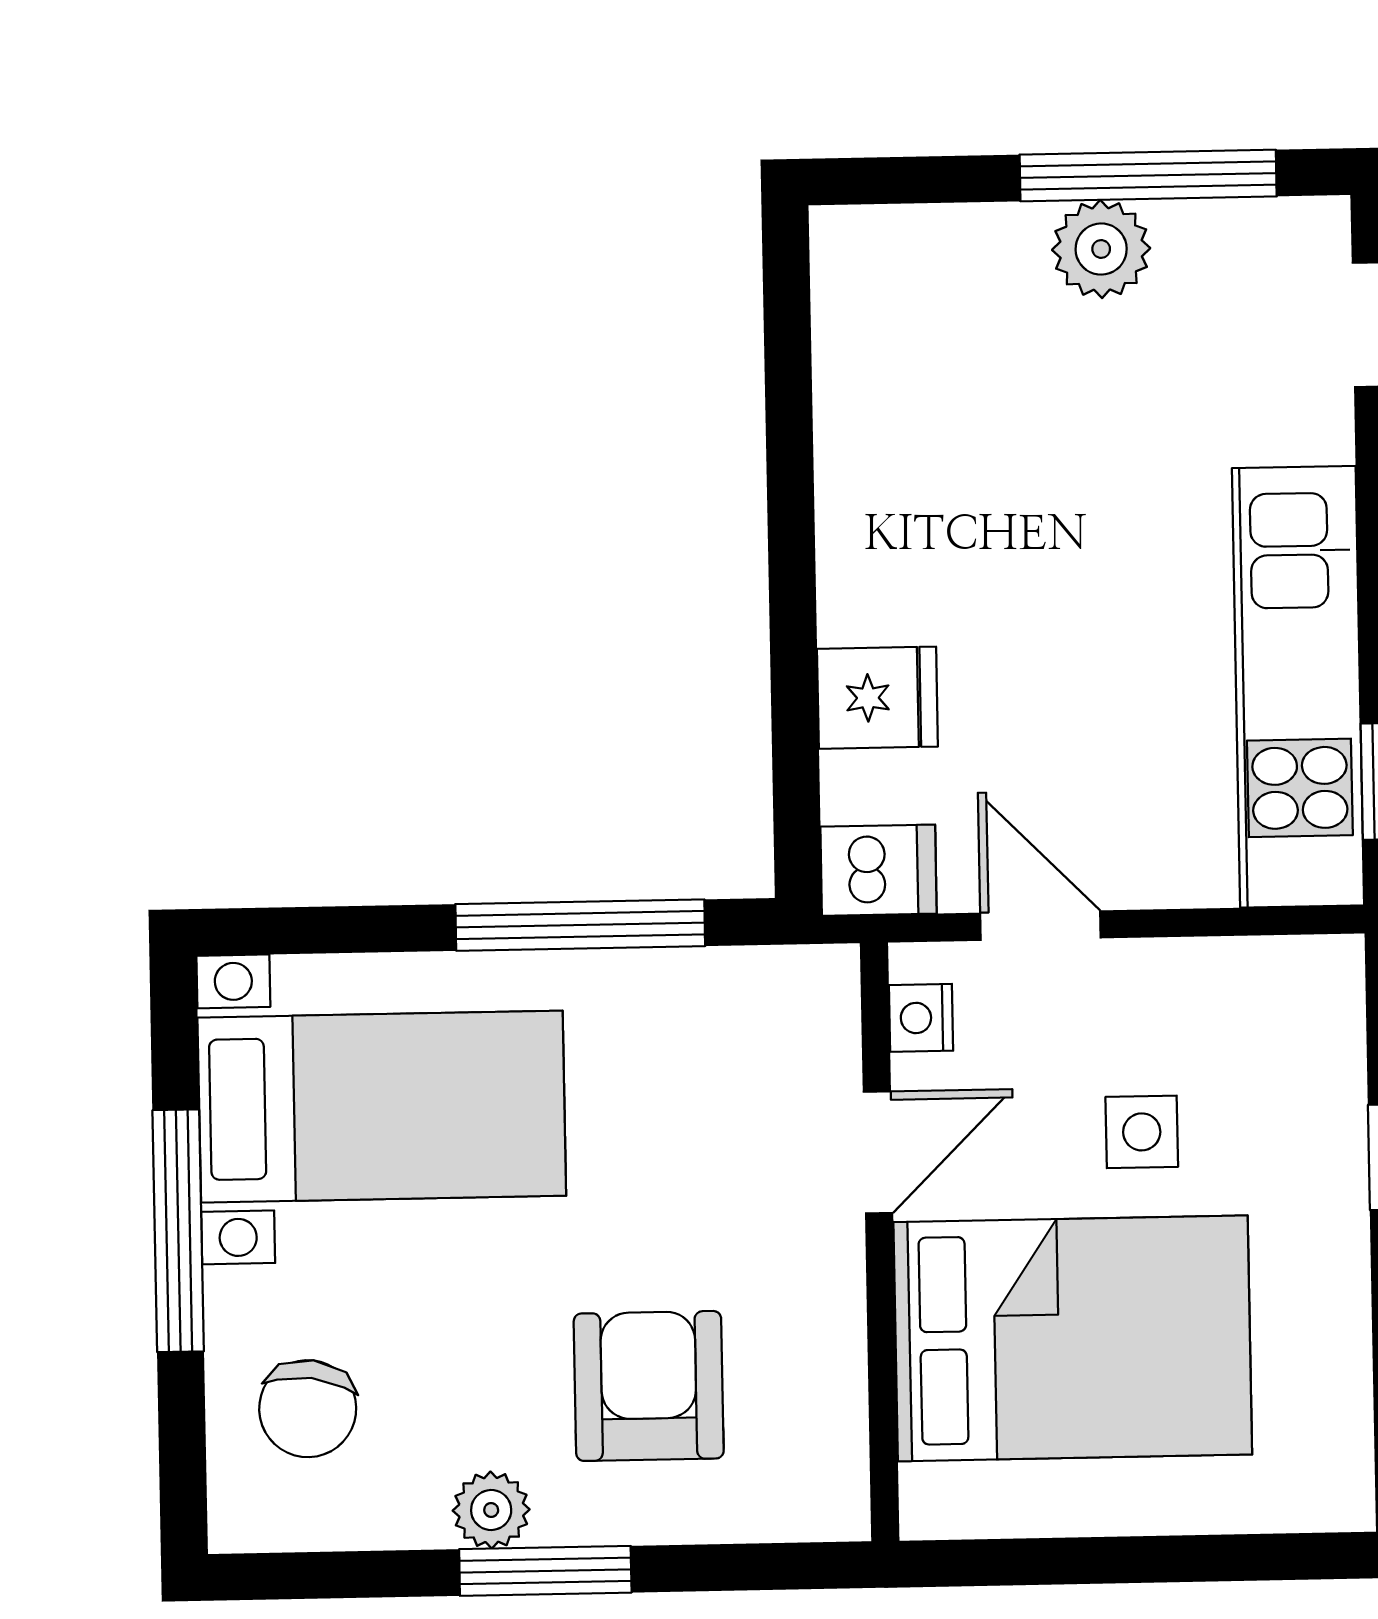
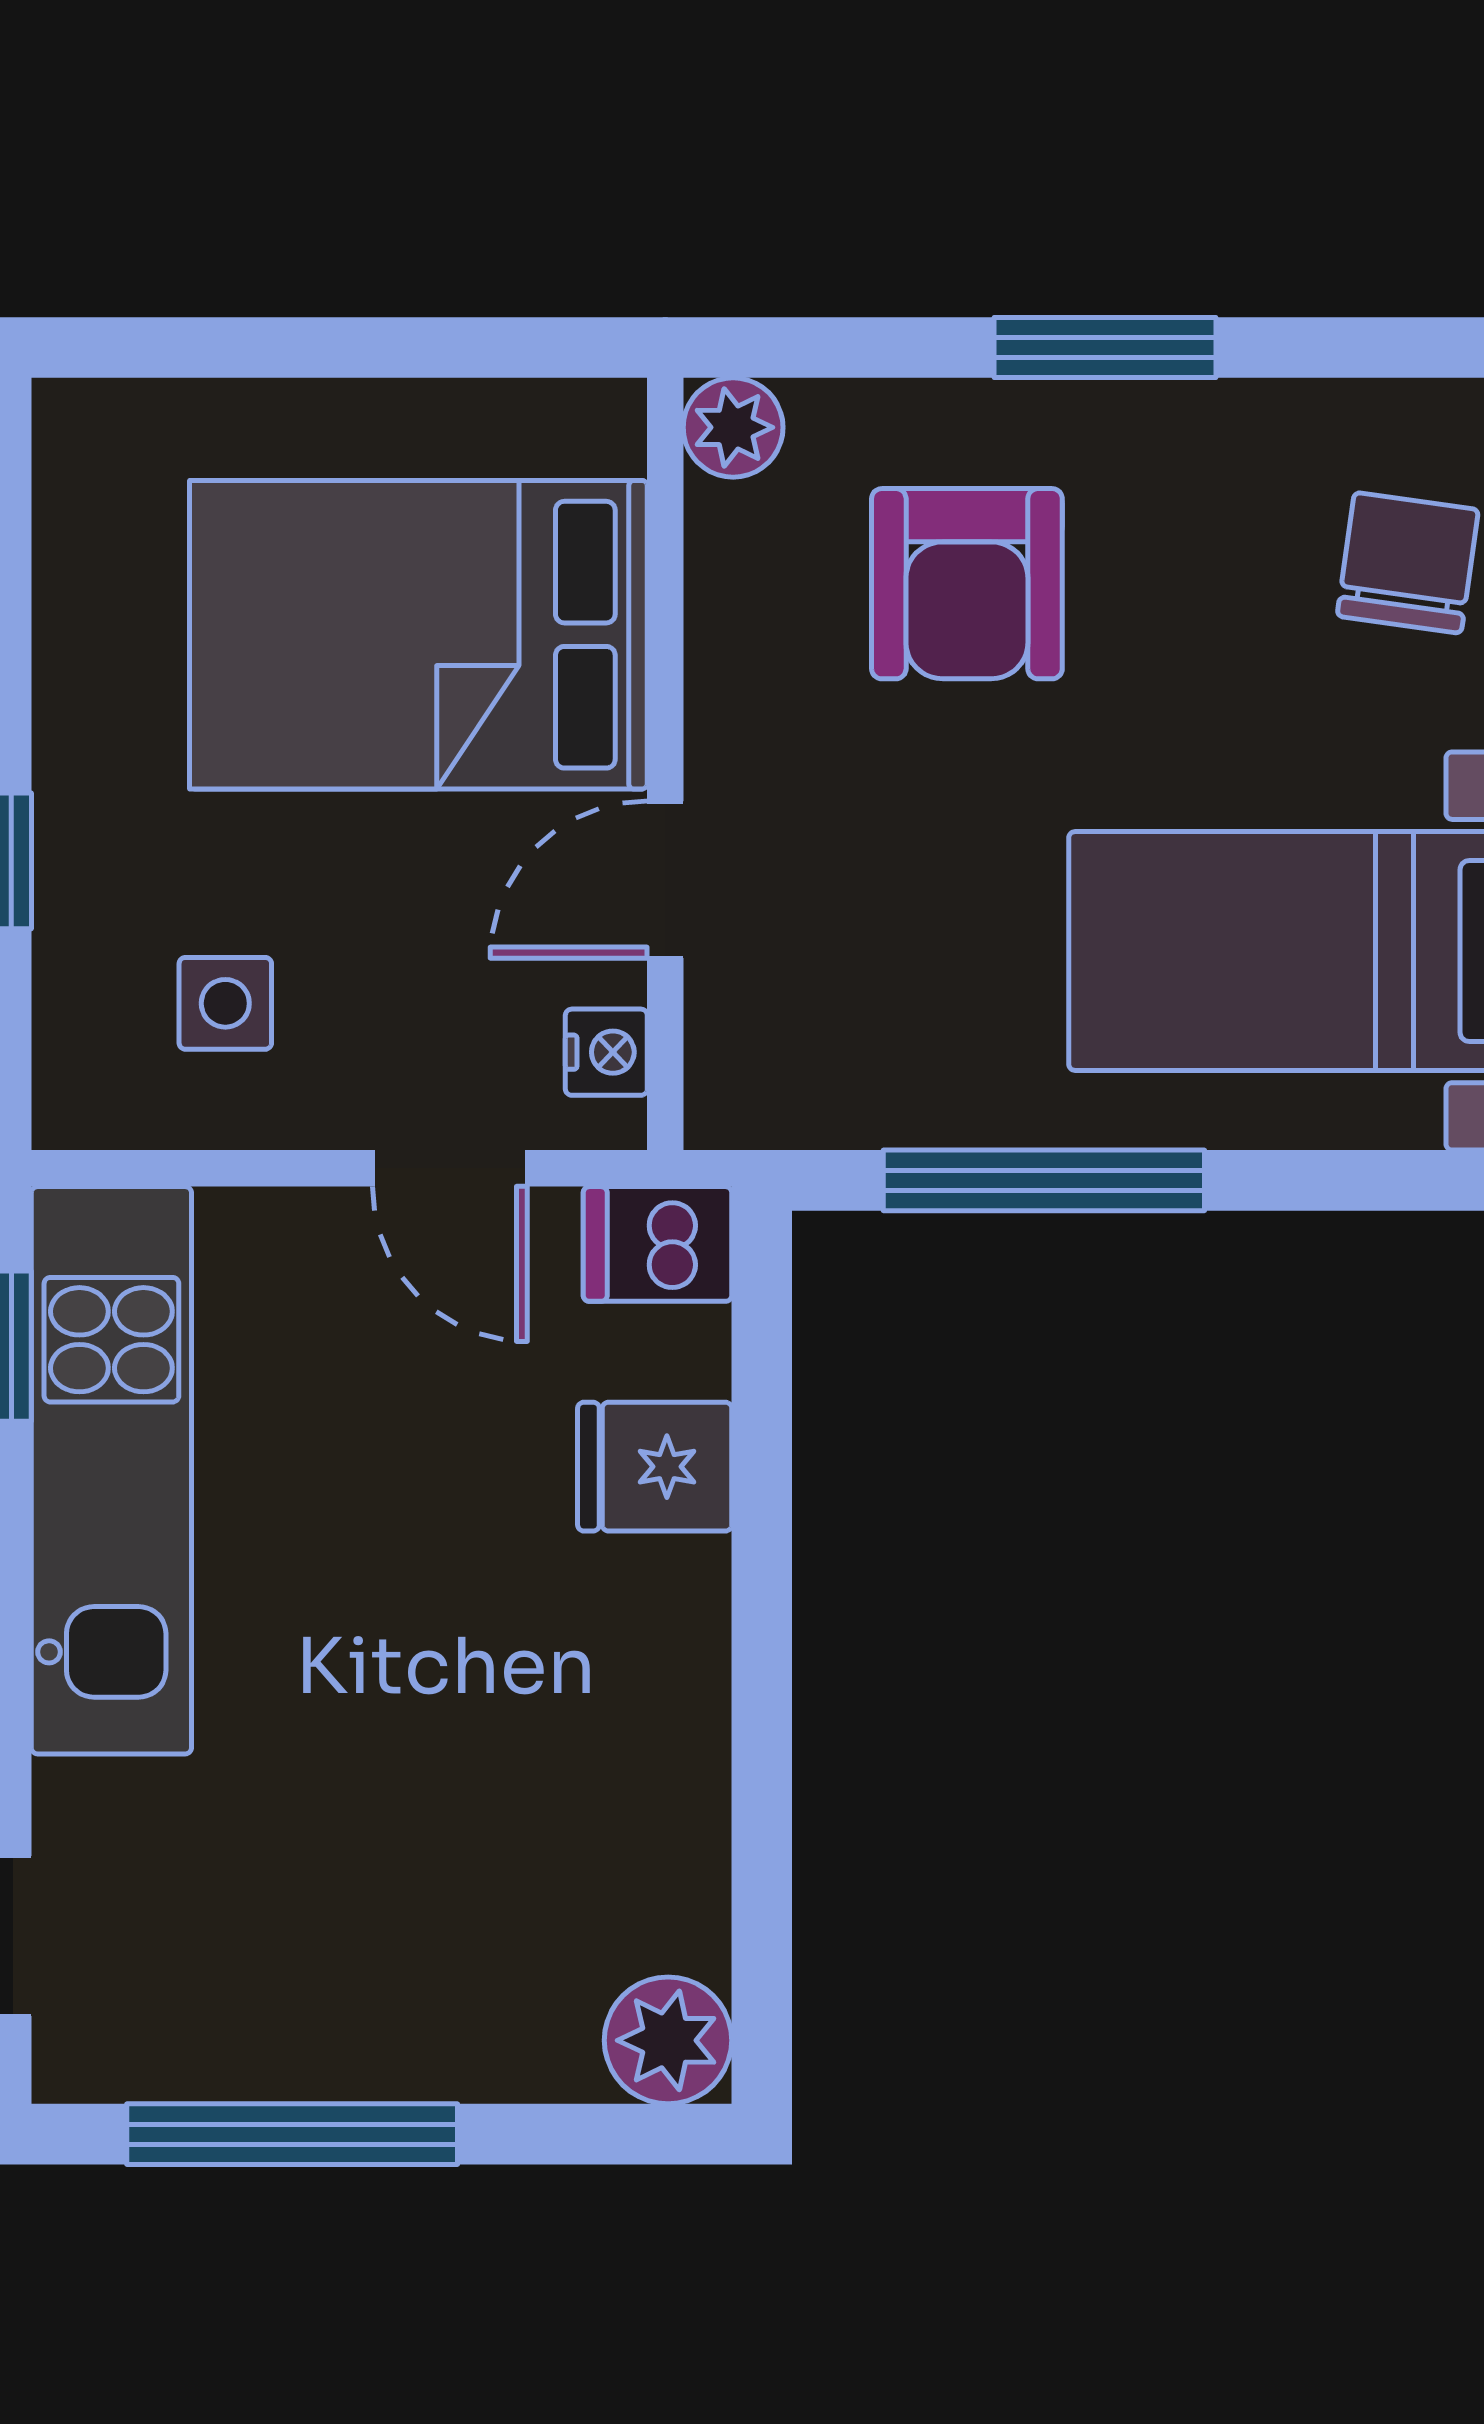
plant: (1101, 249) -> (668, 2040), moved
side table: (1142, 1132) -> (225, 1003), moved
plant: (491, 1510) -> (733, 427), moved

